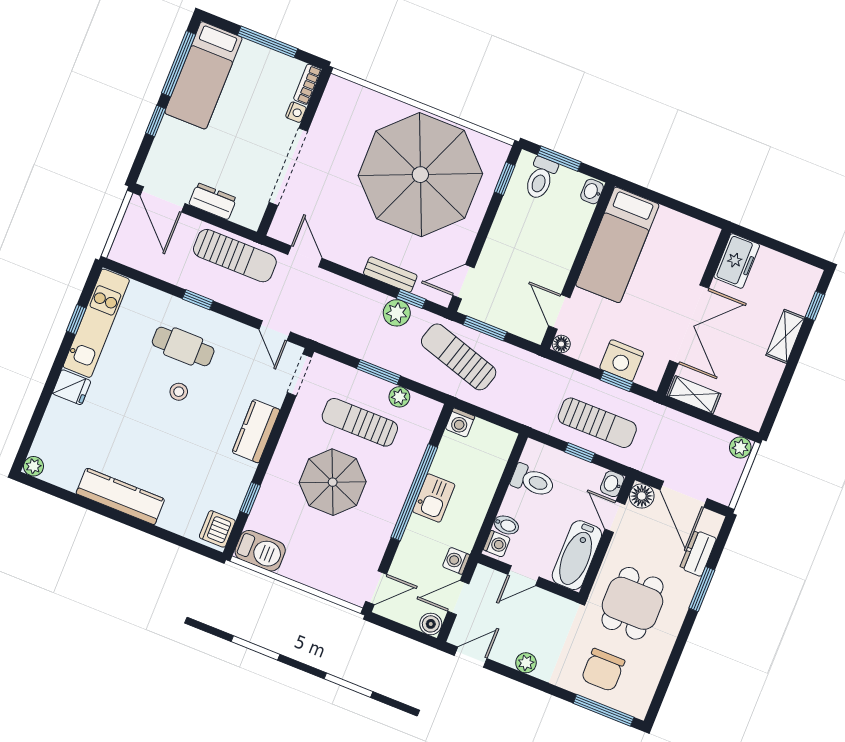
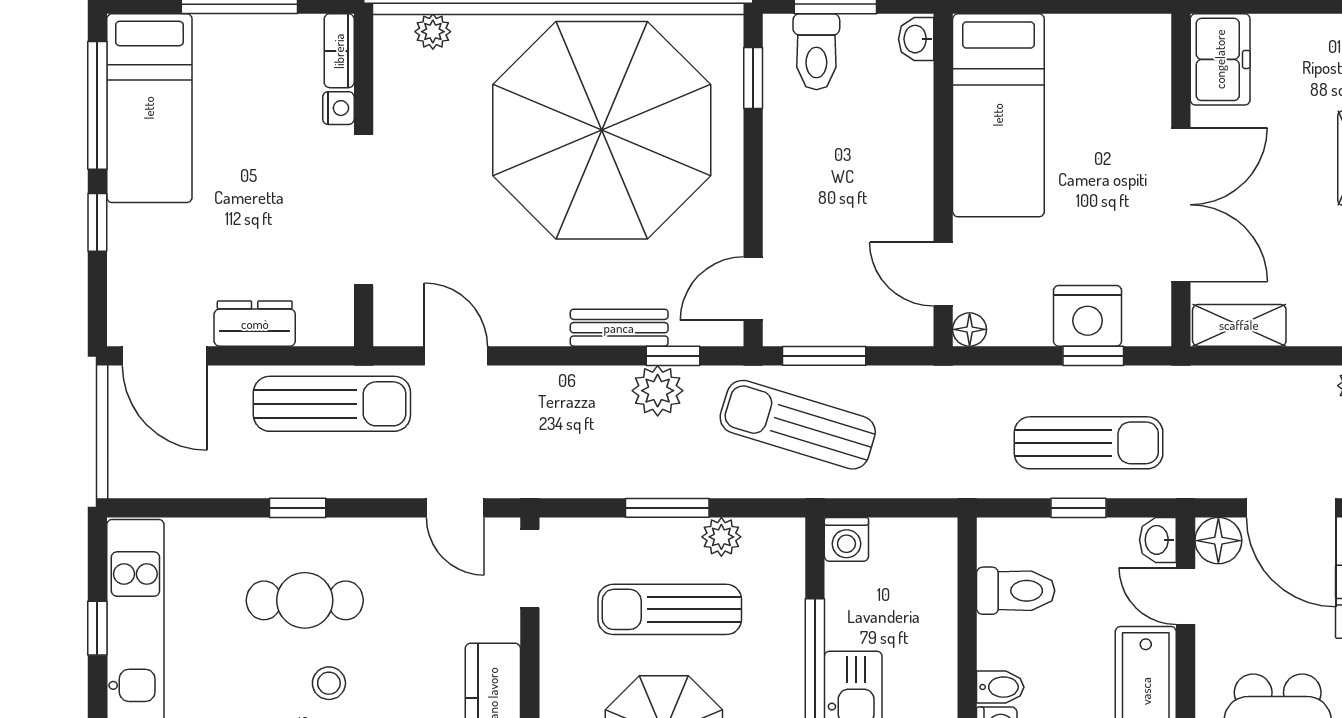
plant: (357, 93) -> (433, 32), added

